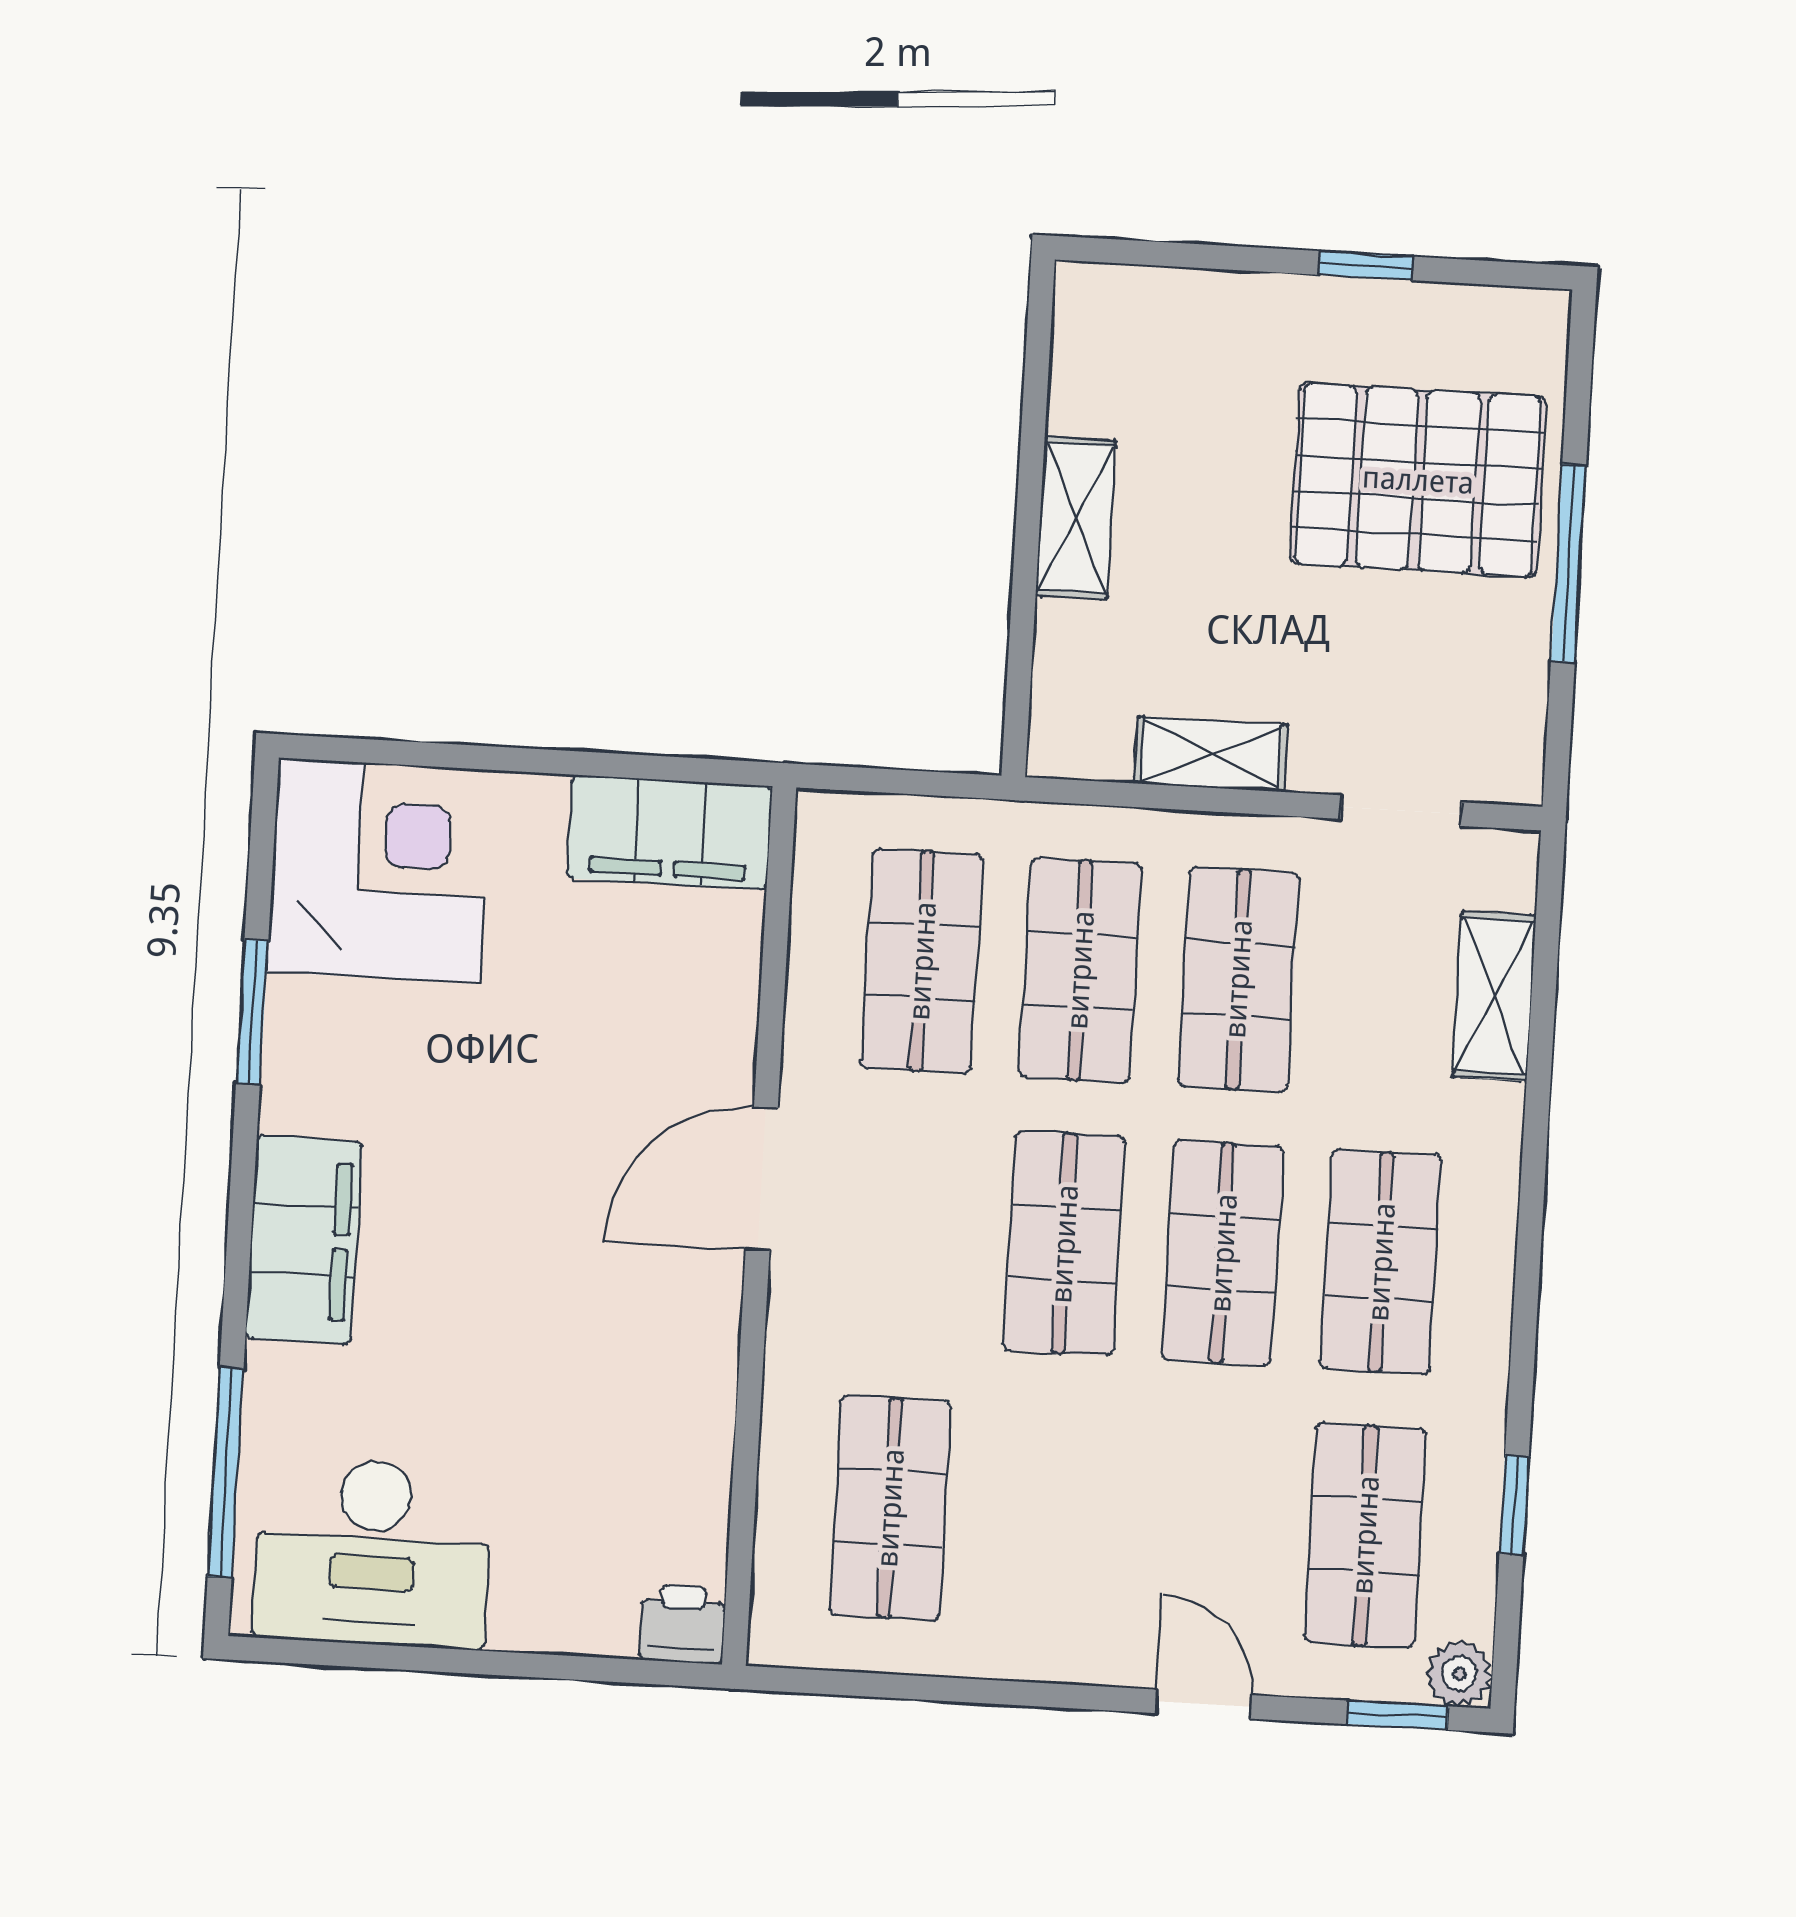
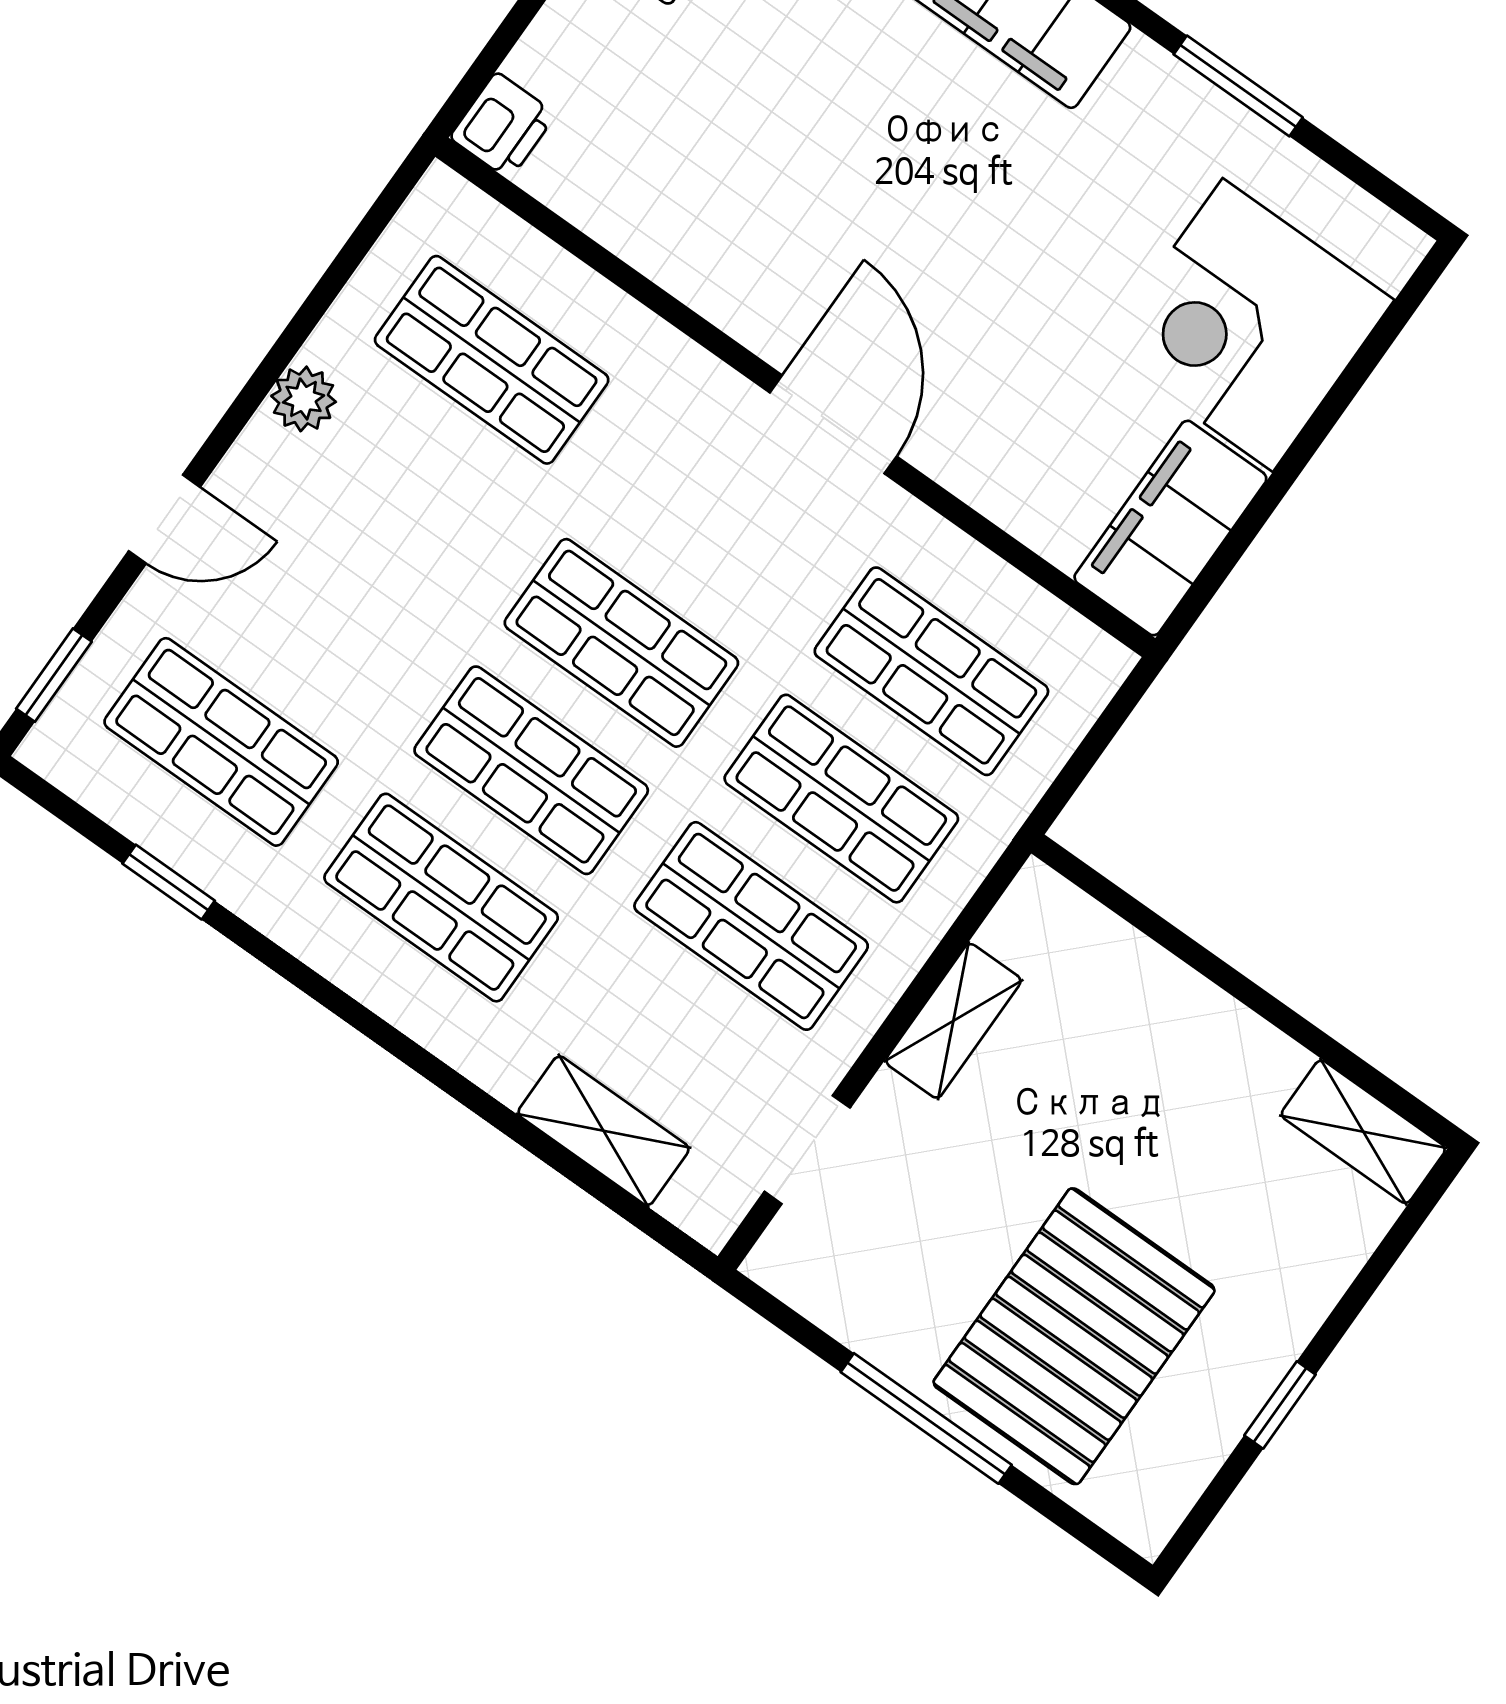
shelving: (1076, 518) -> (1363, 1132), moved
corner desk: (379, 871) -> (1248, 325), moved, turned 90
plant: (1459, 1674) -> (304, 399), moved

